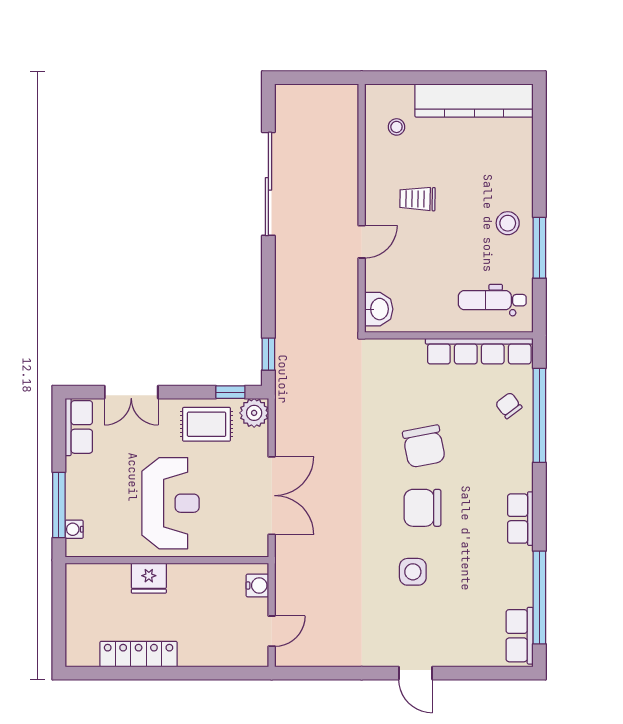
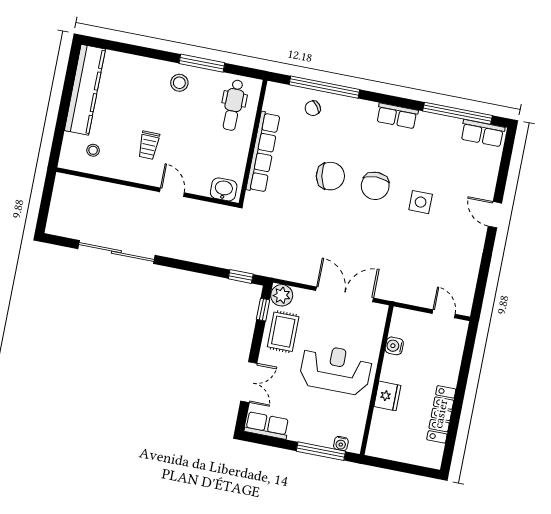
row of seats: (479, 351) -> (263, 152), moved
water cooler: (257, 585) -> (394, 346), moved, turned -90
door: (416, 673) -> (495, 215), swing flipped

